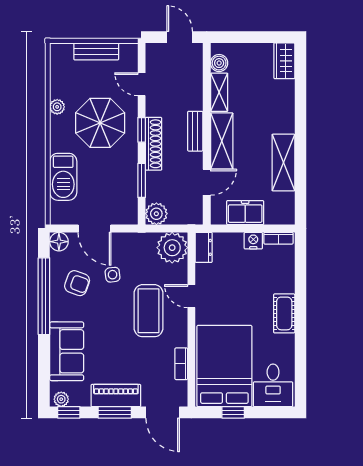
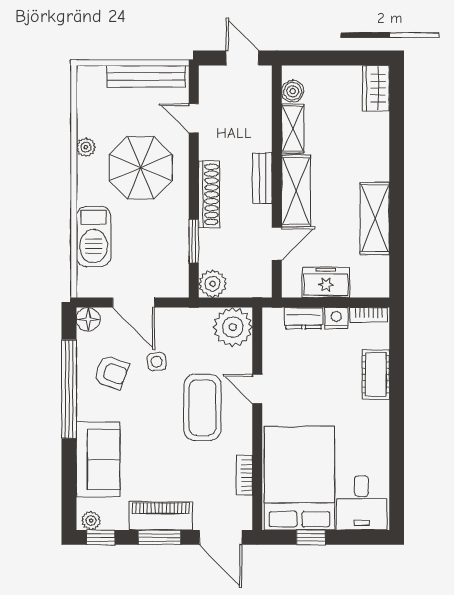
bench: (96, 51) -> (146, 76), width x1.36
window: (142, 130) -> (194, 177), removed
dresser: (204, 247) -> (304, 318), moved, turned 90
cot: (284, 313) -> (376, 374), moved

